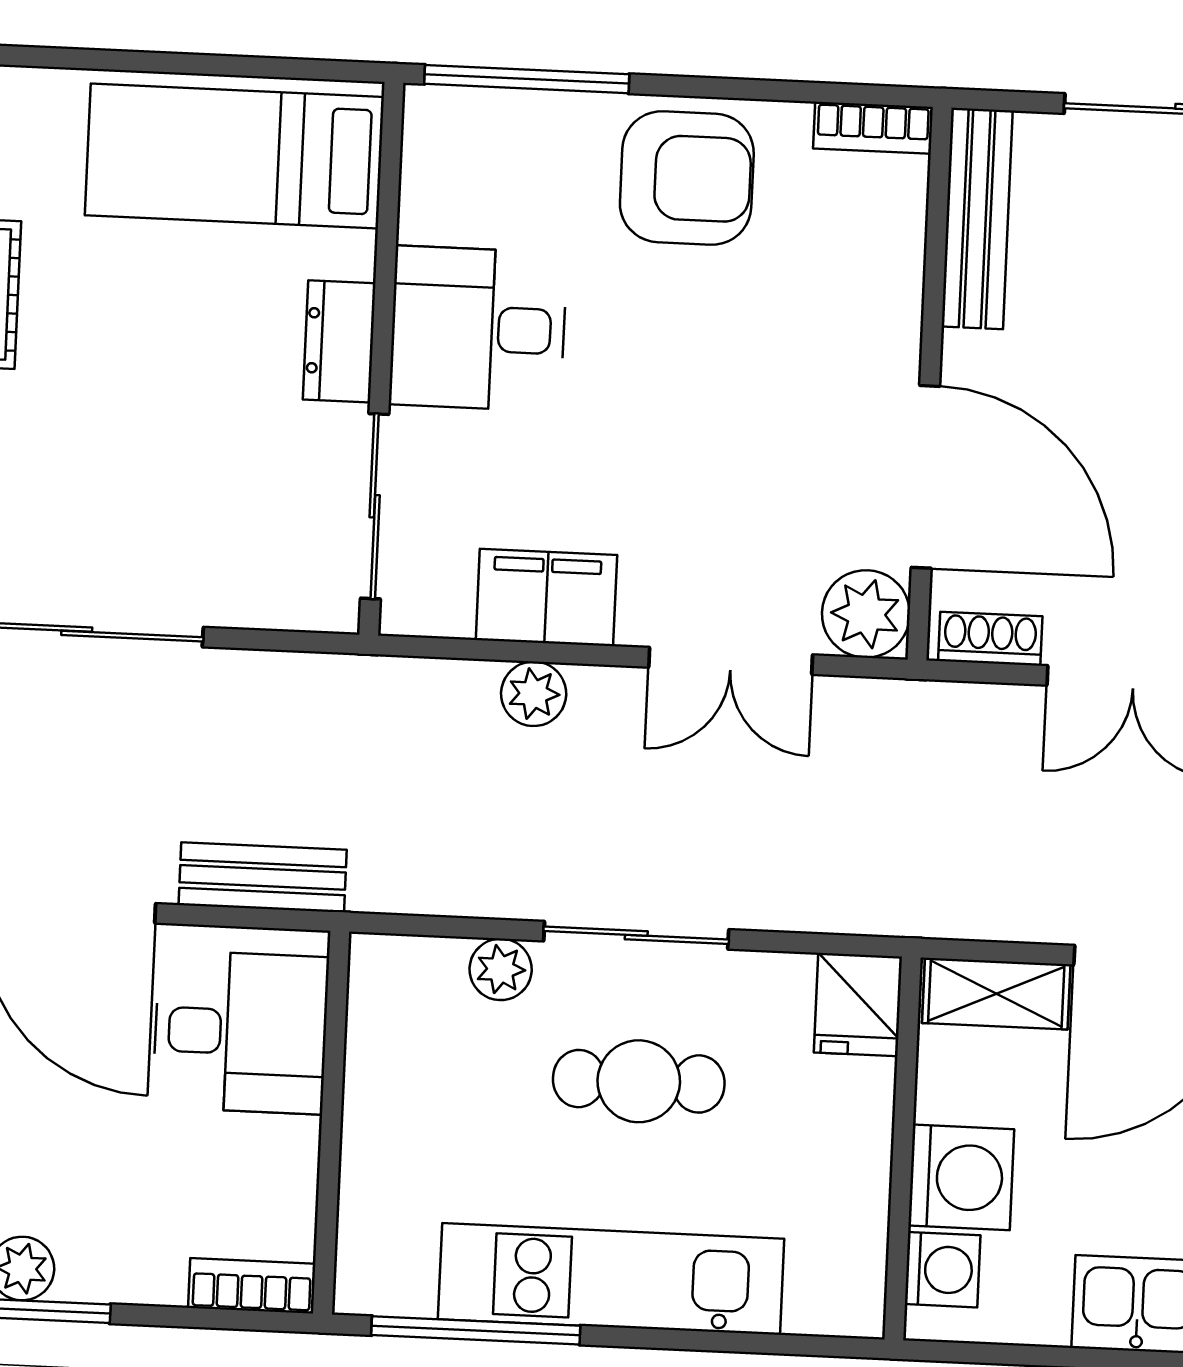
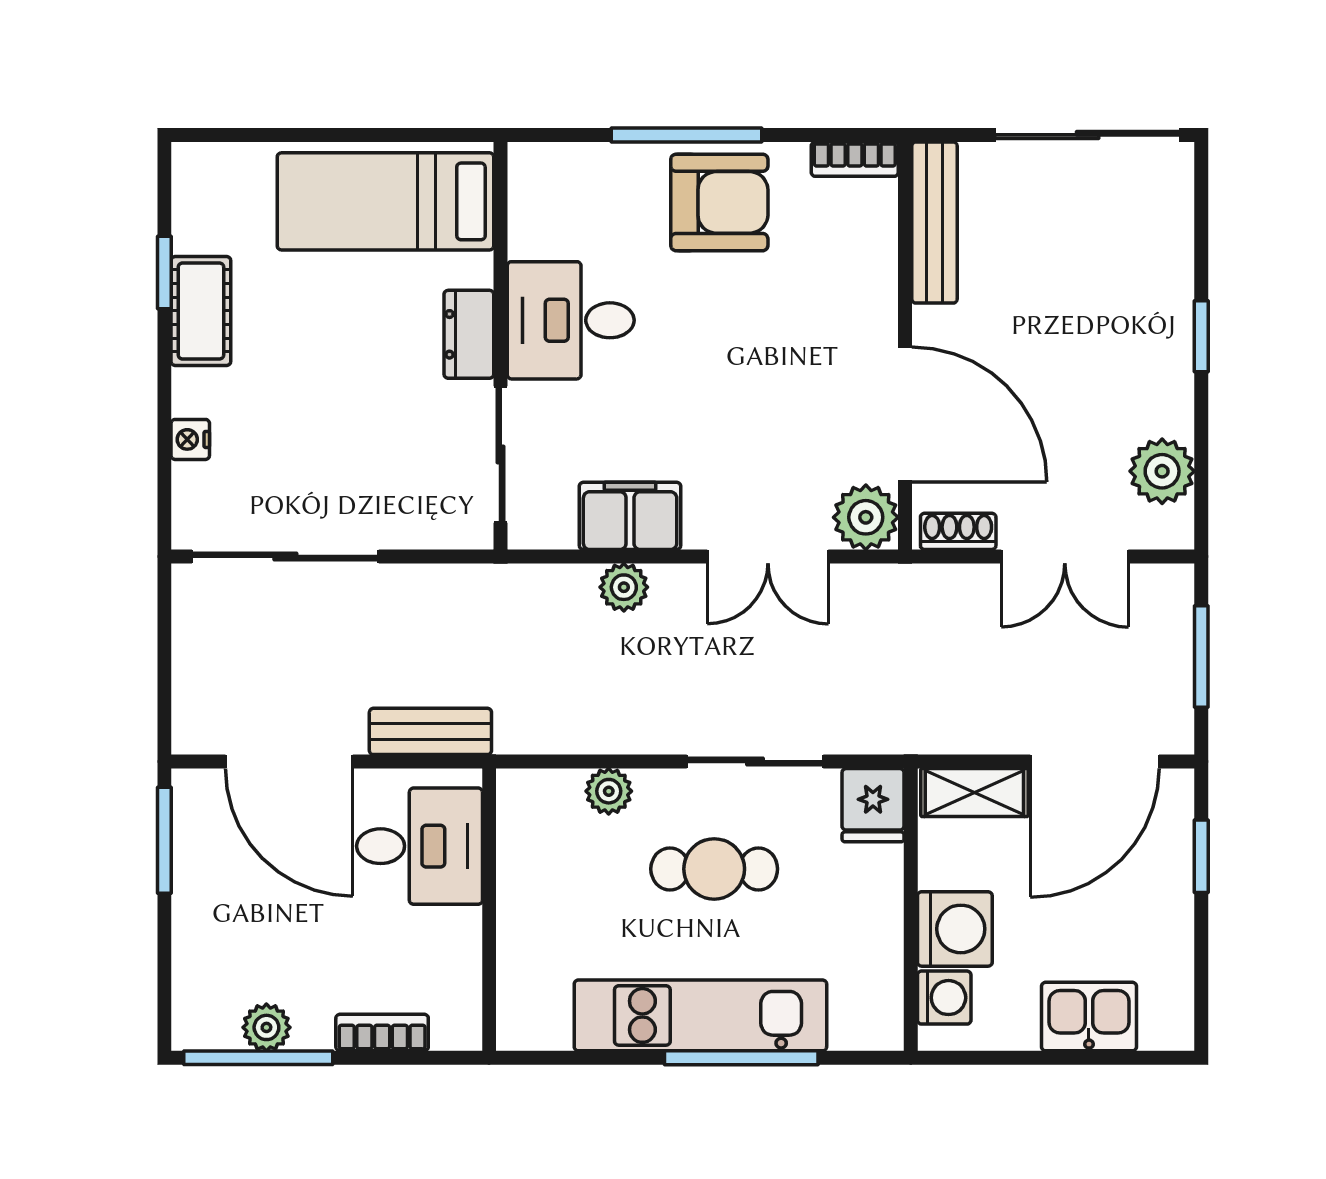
window: (527, 79) -> (687, 135), moved
sliding door: (636, 935) -> (755, 762), moved
bookcase: (252, 1286) -> (382, 1033), moved
window: (476, 1330) -> (741, 1058), moved

